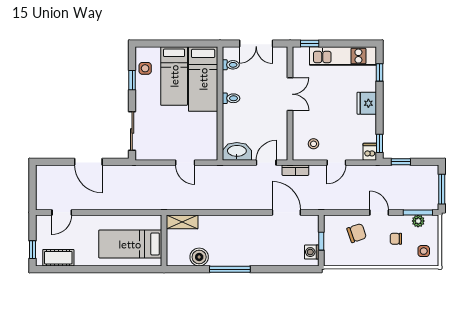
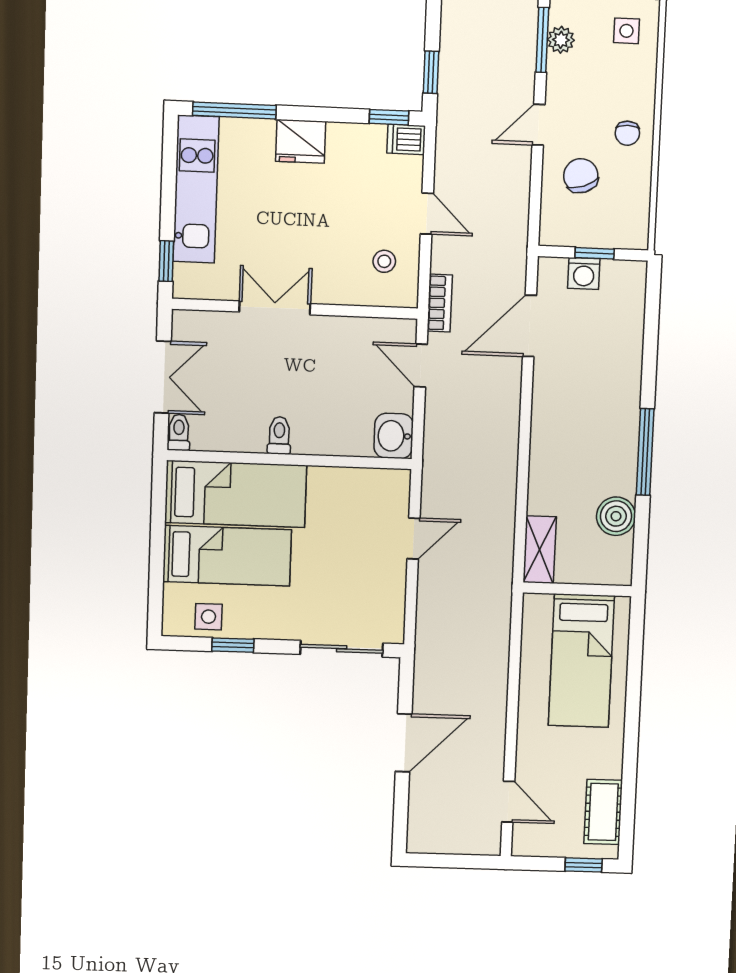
toilet: (231, 65) -> (179, 432), moved
window: (380, 72) -> (234, 110), width x2.17
washbasin: (237, 151) -> (394, 436), width x0.72
chair: (396, 239) -> (627, 133), moved
washing machine: (312, 252) -> (584, 273), moved

